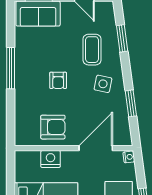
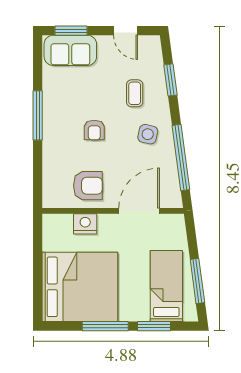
coffee table: (92, 50) -> (135, 93), width x0.73, depth x0.77
window: (131, 103) -> (181, 158), width x2.11
nightstand: (129, 157) -> (179, 221), removed

